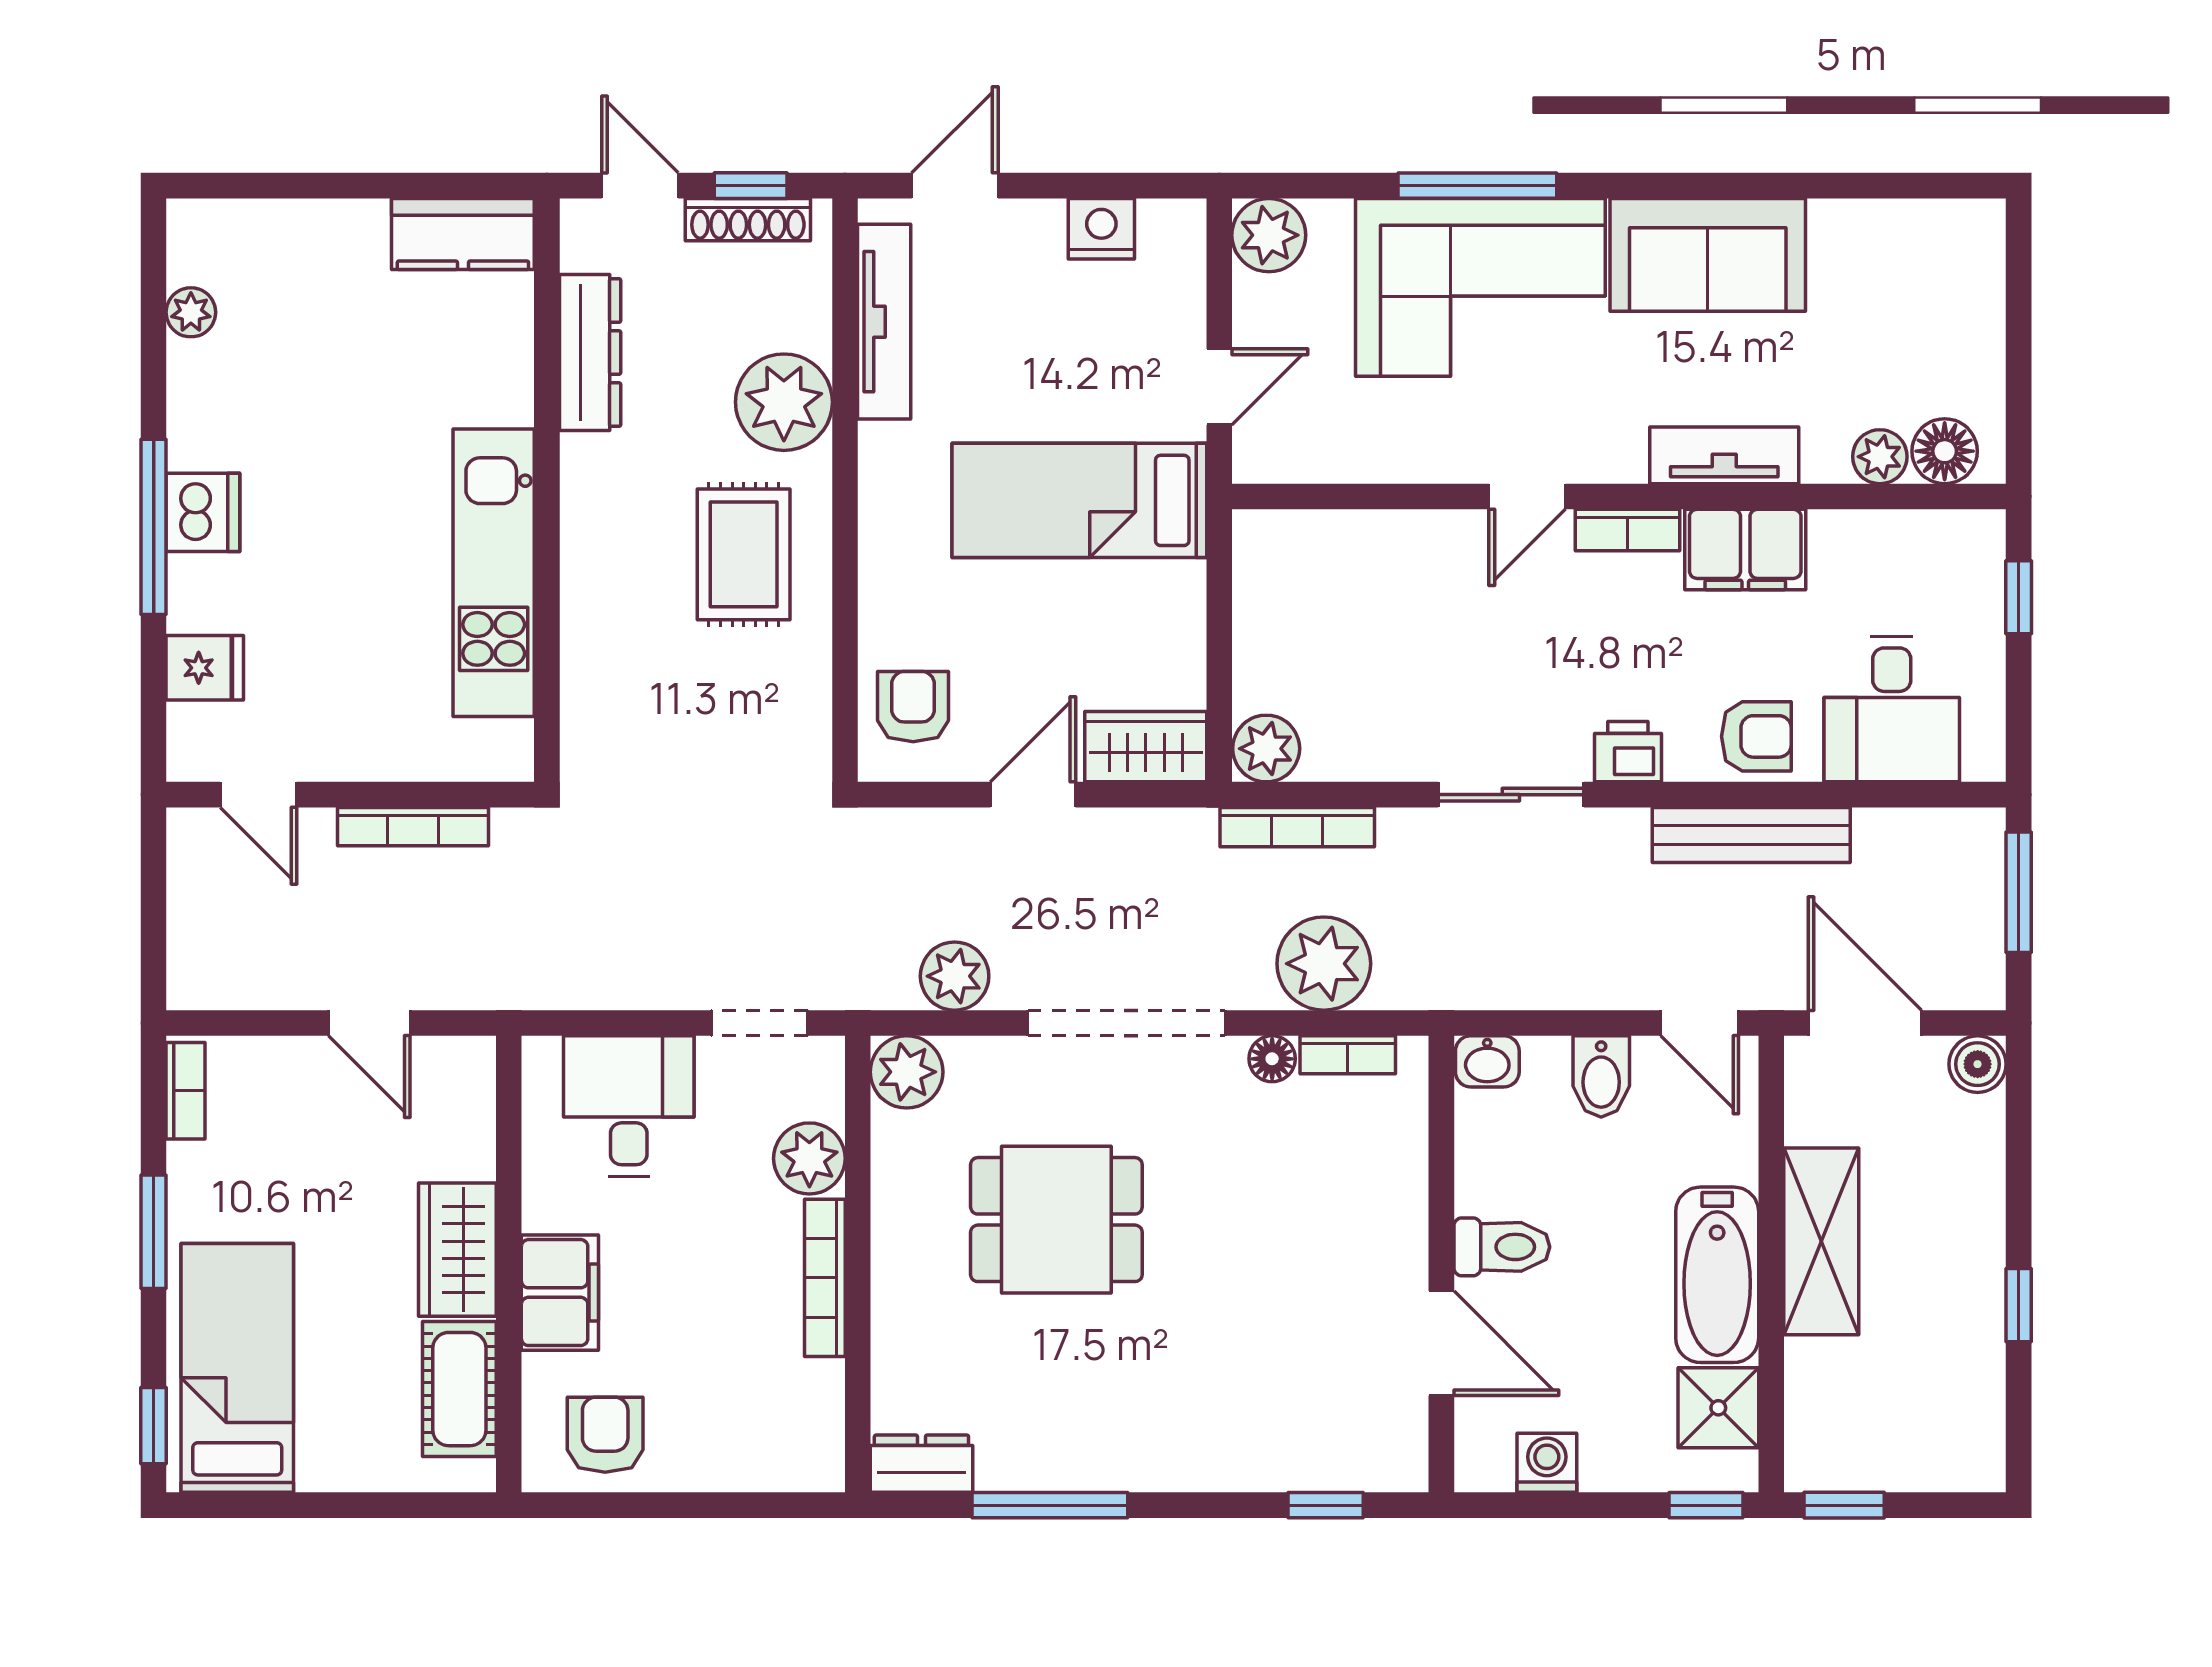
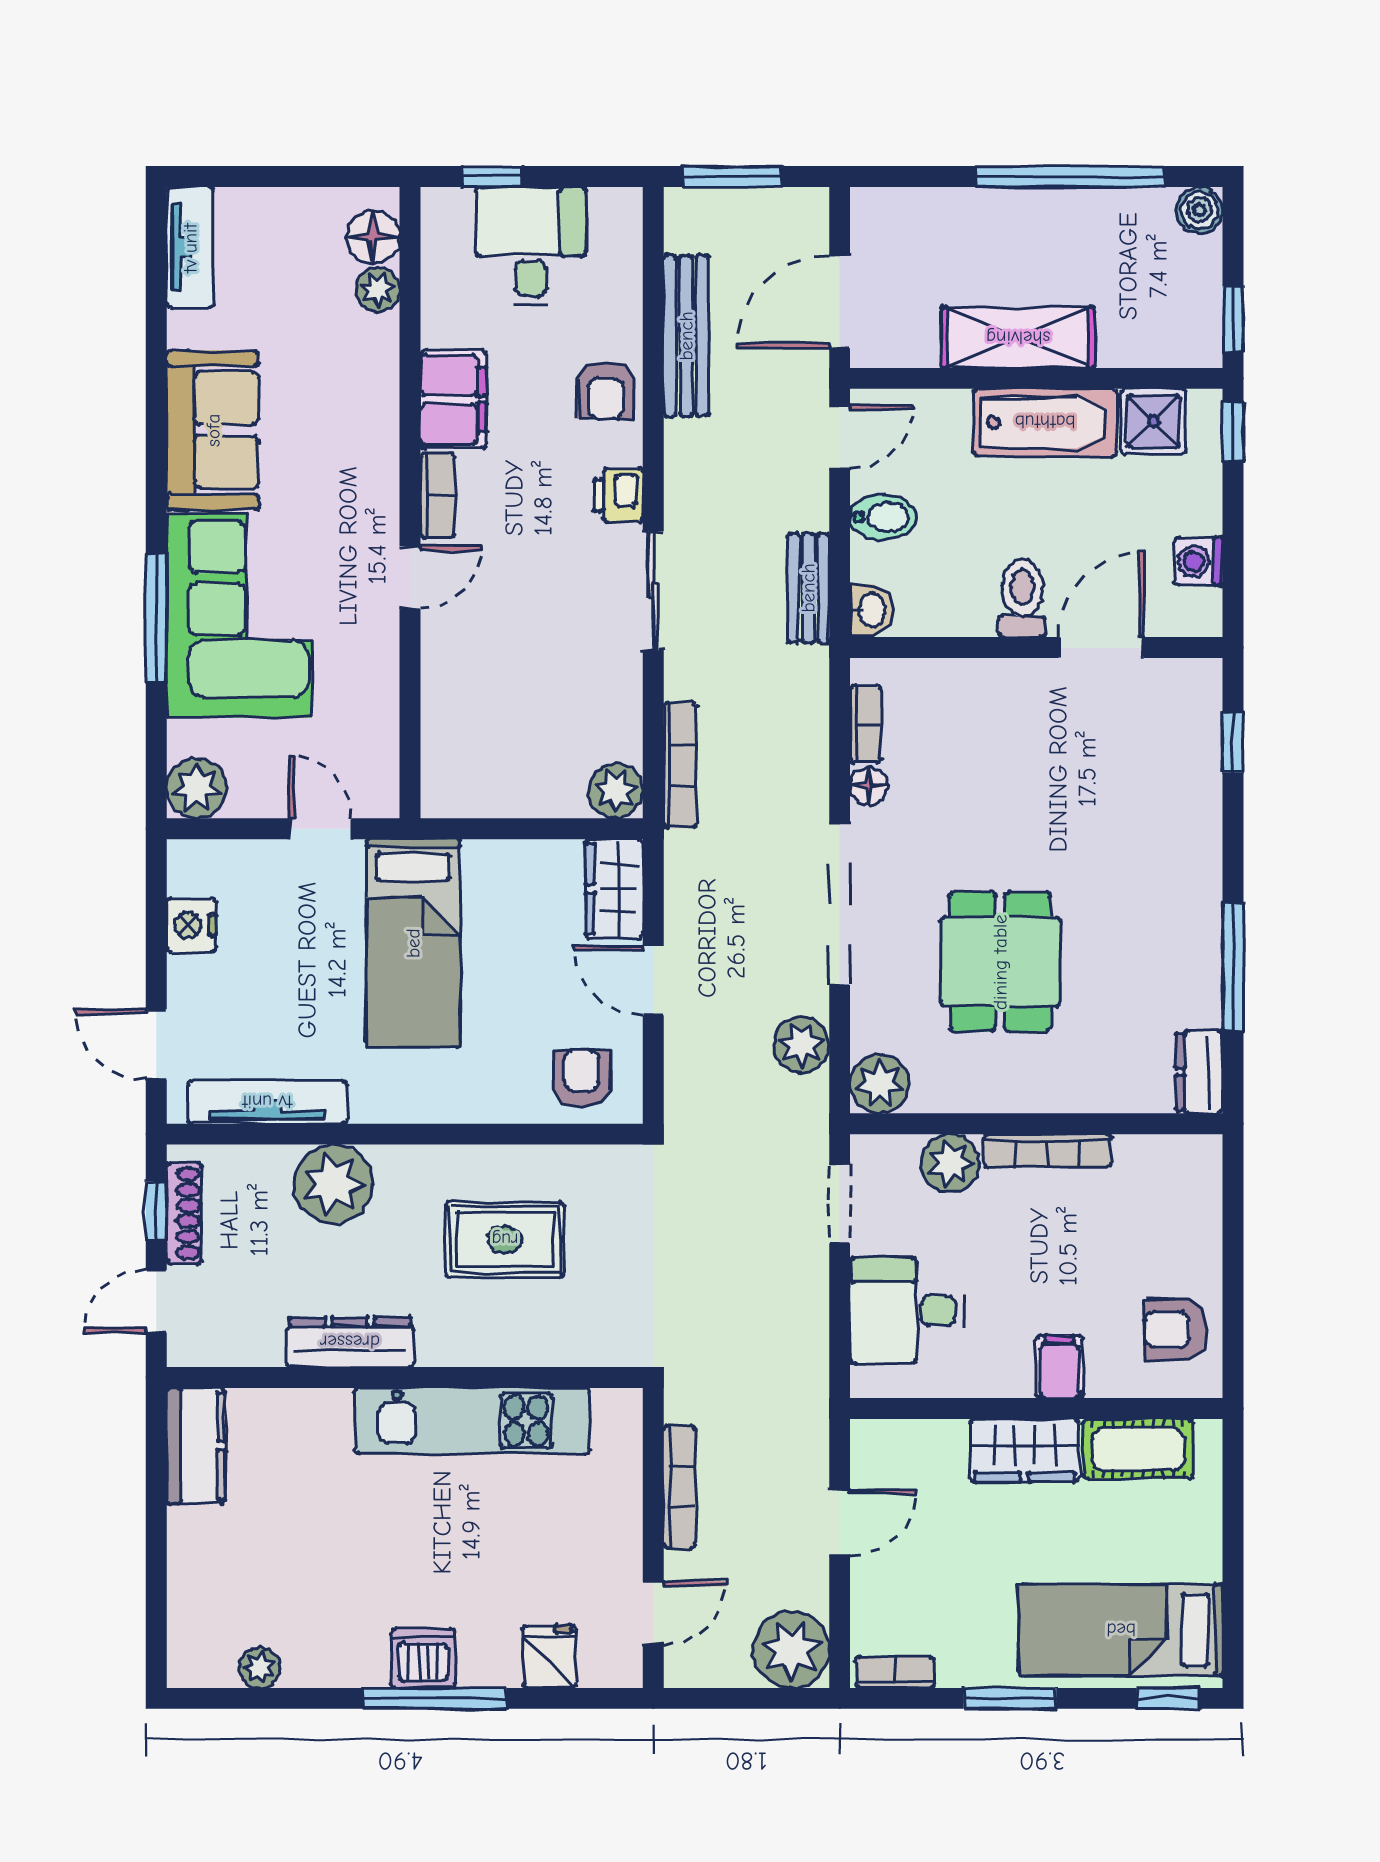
dresser: (590, 353) -> (350, 1342), moved
tv unit: (1724, 455) -> (190, 248), moved, turned 180
door: (1527, 496) -> (410, 577), hinge flipped
rug: (744, 554) -> (505, 1240), moved
armchair: (913, 707) -> (581, 1079), turned 90
desk: (1892, 709) -> (531, 246), moved, turned -90
armchair: (1756, 736) -> (606, 390), turned 180
bench: (1751, 835) -> (686, 336), moved
plant: (1324, 964) -> (791, 1650), moved
bench: (1514, 985) -> (808, 588), added
boiler: (1978, 1064) -> (1199, 210), moved
filing cabinet: (560, 1293) -> (1060, 1367), width x0.50
window: (2019, 1305) -> (1070, 176), width x3.17

